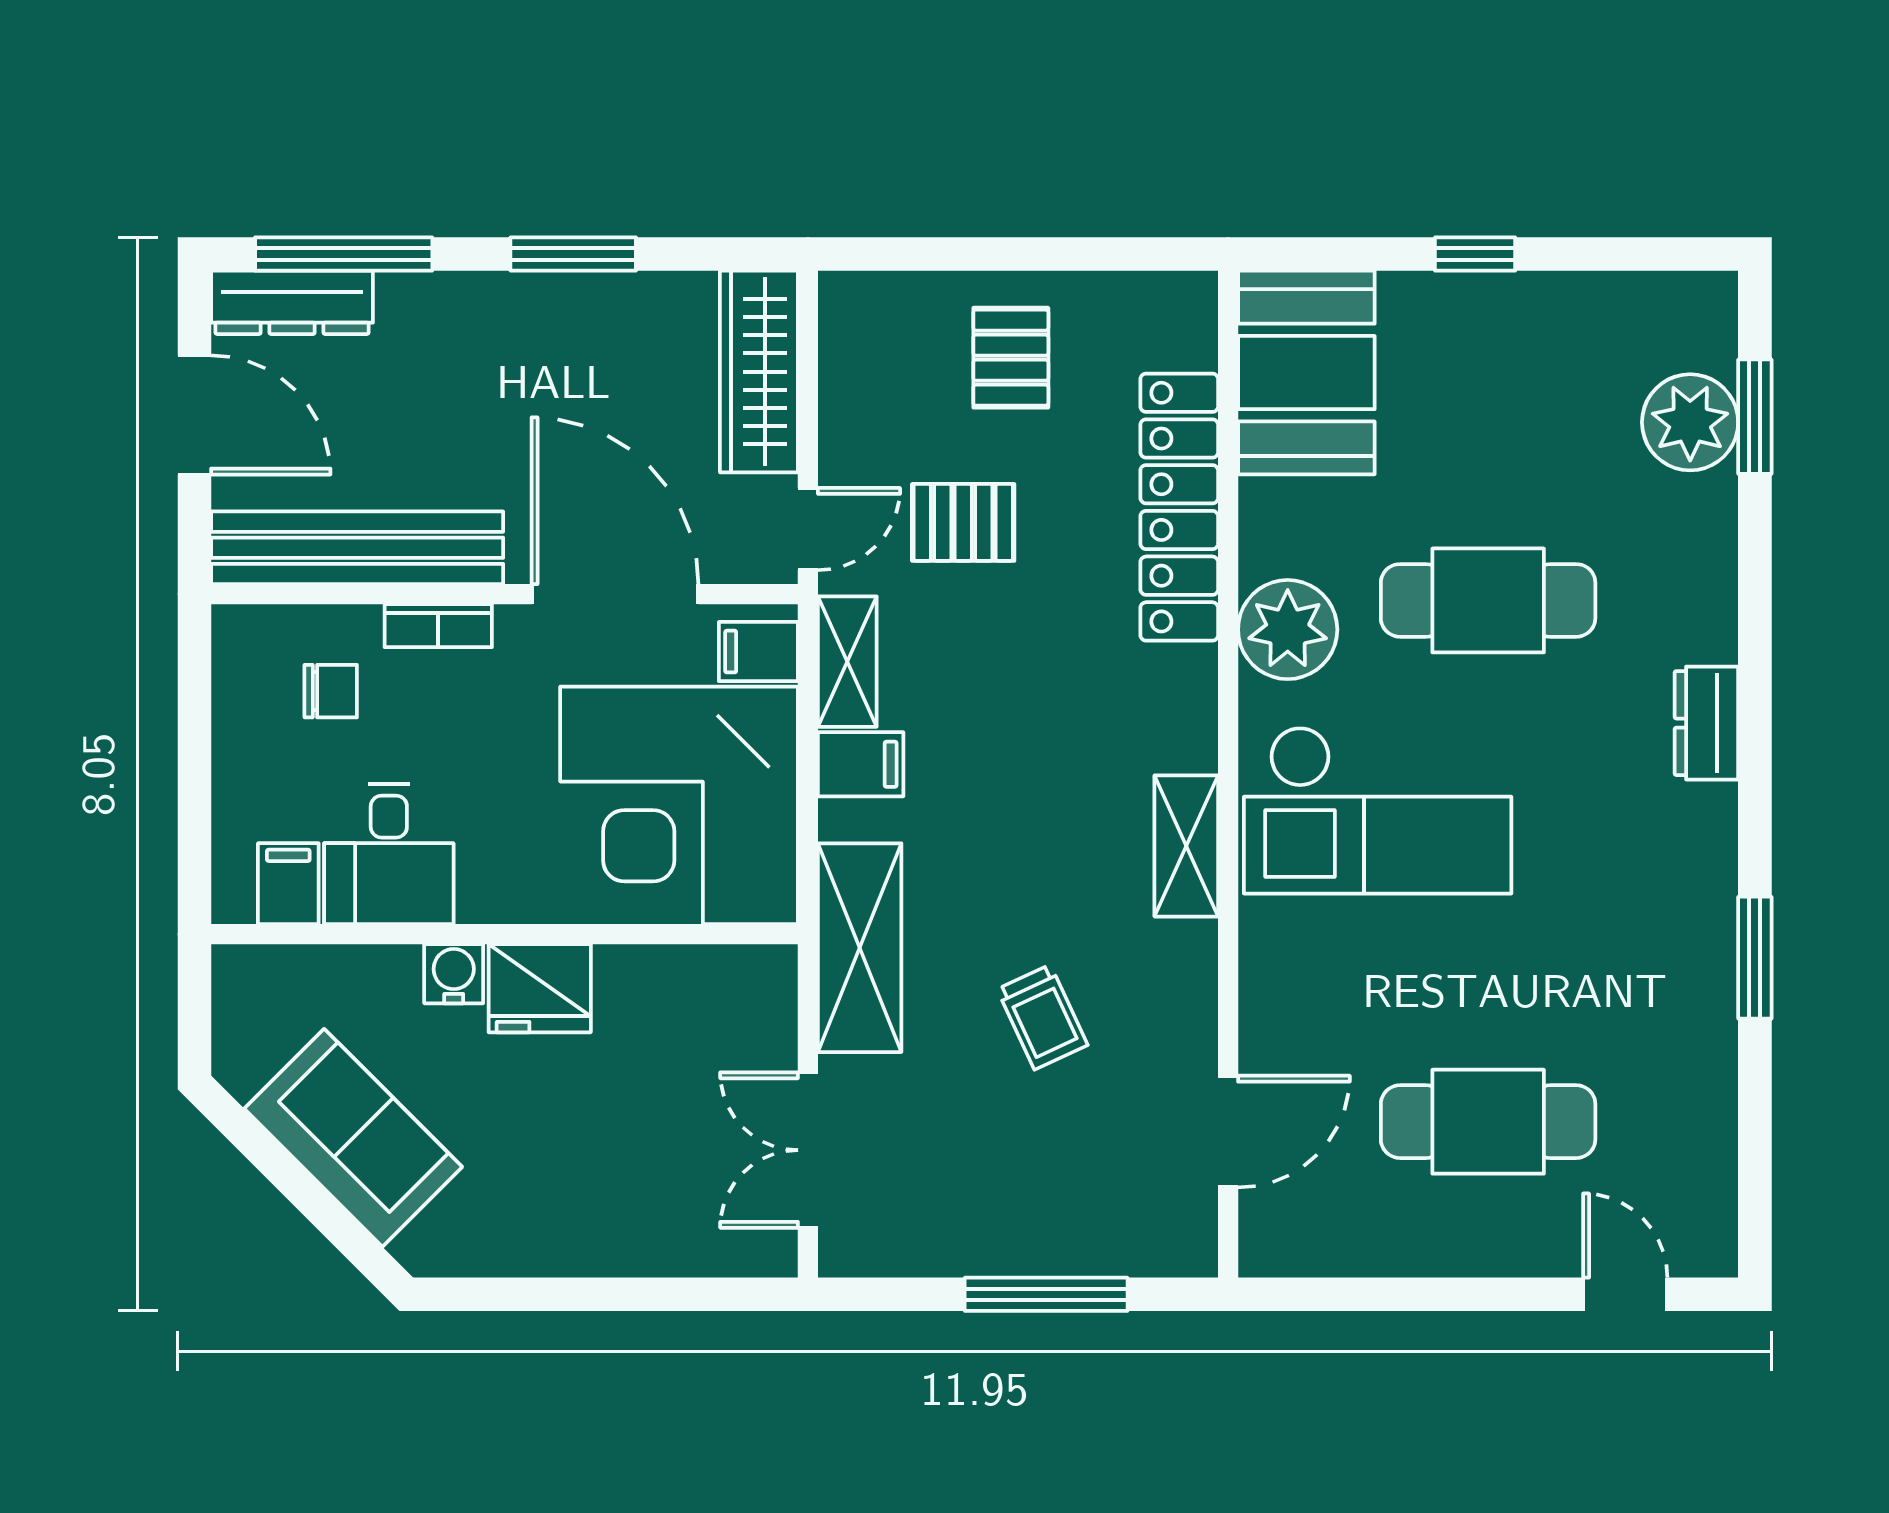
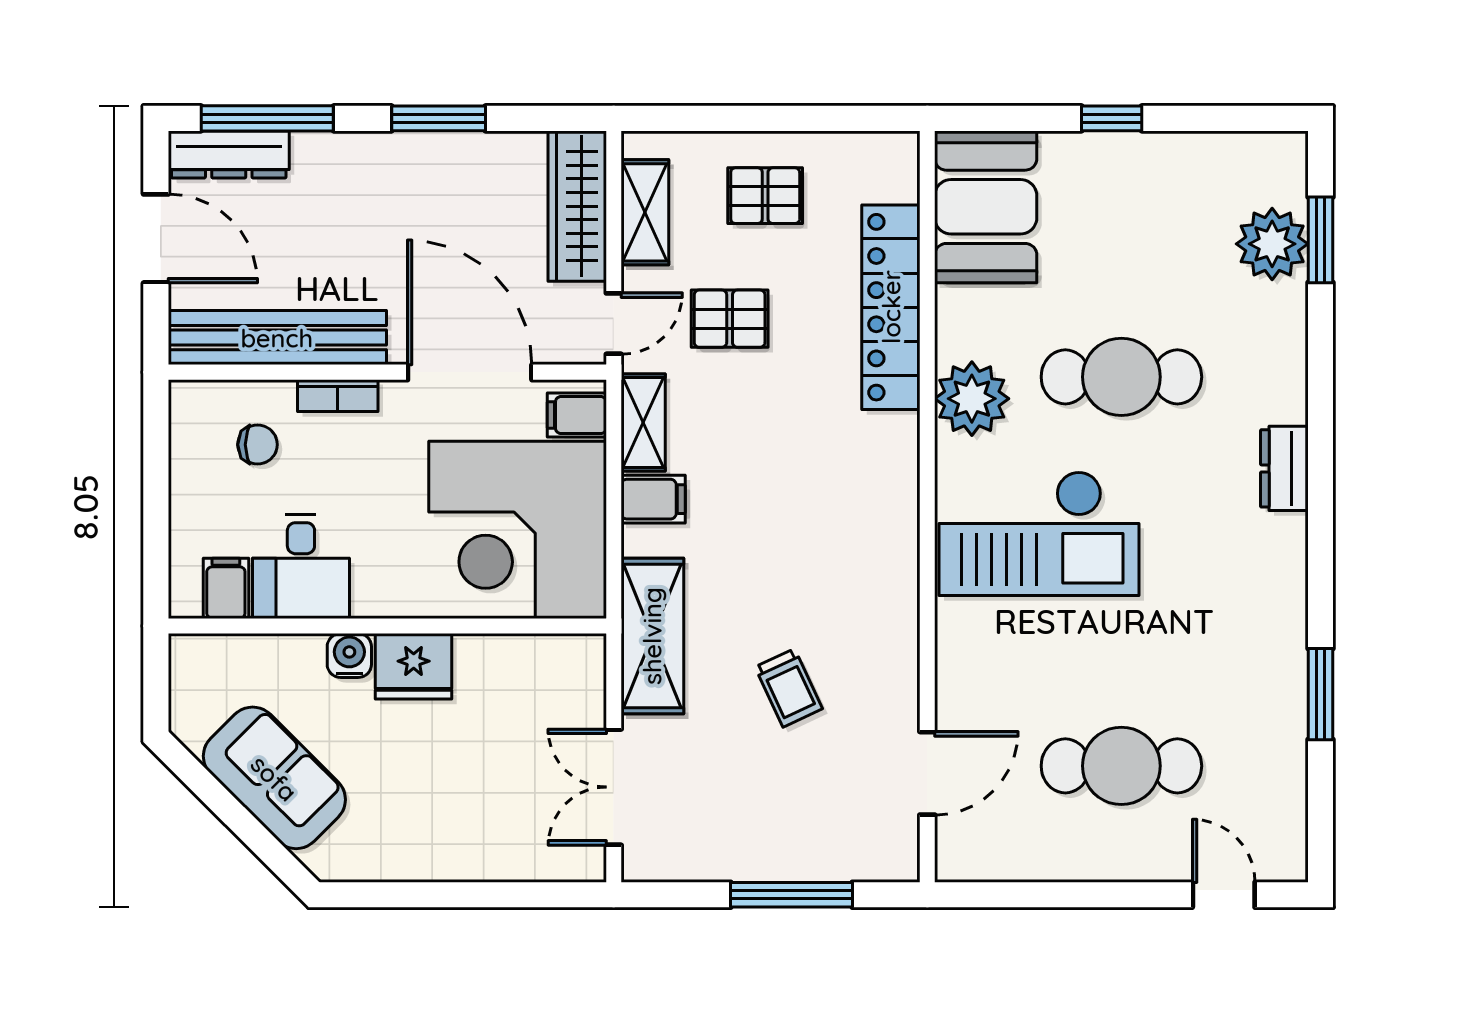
pallet: (1011, 358) -> (765, 196), turned 90
shelving: (1186, 846) -> (645, 212), moved
window: (1755, 958) -> (1320, 694), moved

